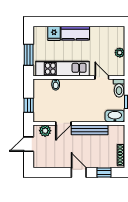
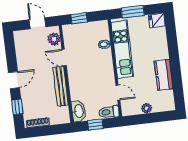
fridge: (54, 33) -> (157, 20), moved
kitchen counter: (75, 33) -> (164, 75), moved
door: (102, 77) -> (118, 93), hinge flipped

